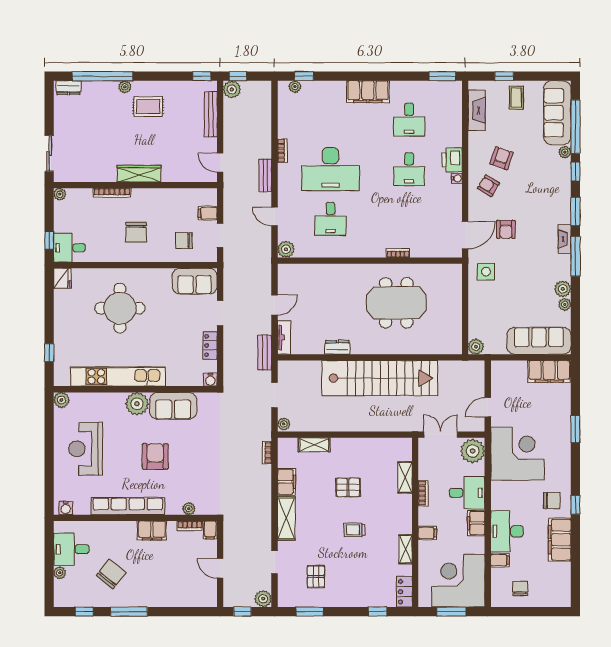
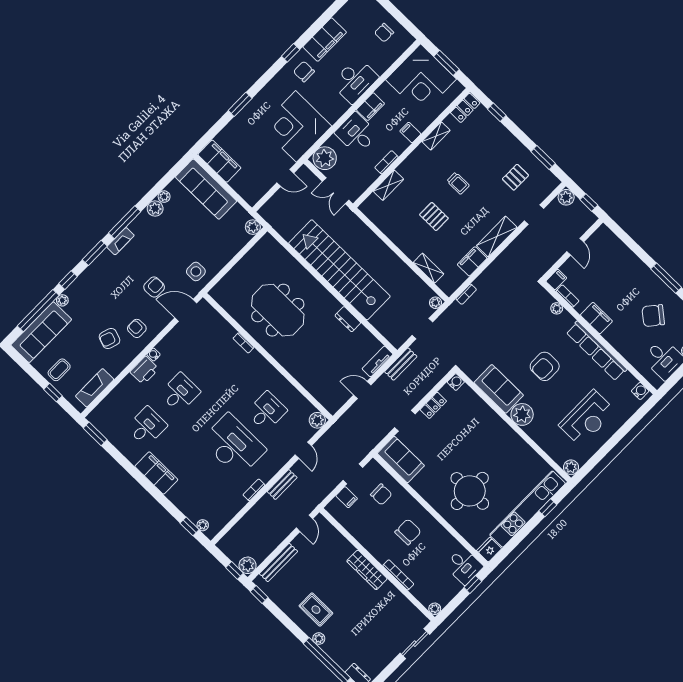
armchair: (488, 186) -> (137, 328), turned 149
kitchen unit: (118, 376) -> (528, 509), moved, turned 90
filing cabinet: (500, 560) -> (379, 65), removed

